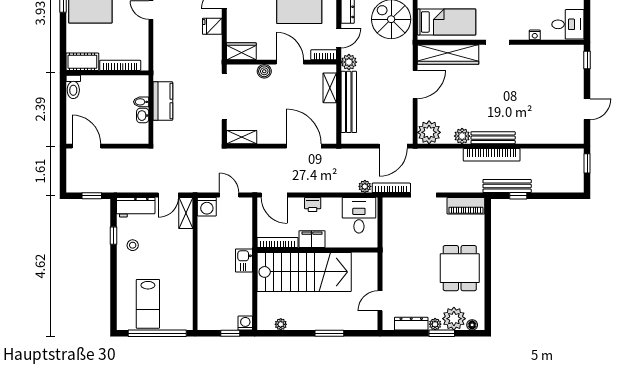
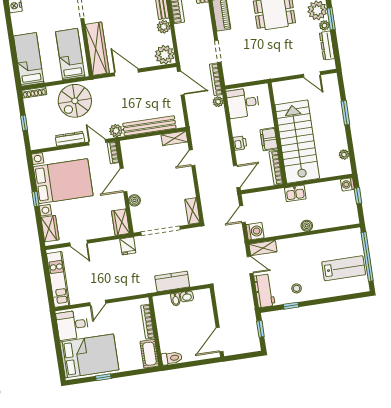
fridge: (212, 26) -> (128, 246), moved
shelving: (330, 88) -> (174, 138), moved
door: (304, 146) -> (192, 158), width x0.53
boiler: (204, 268) -> (307, 226), added

